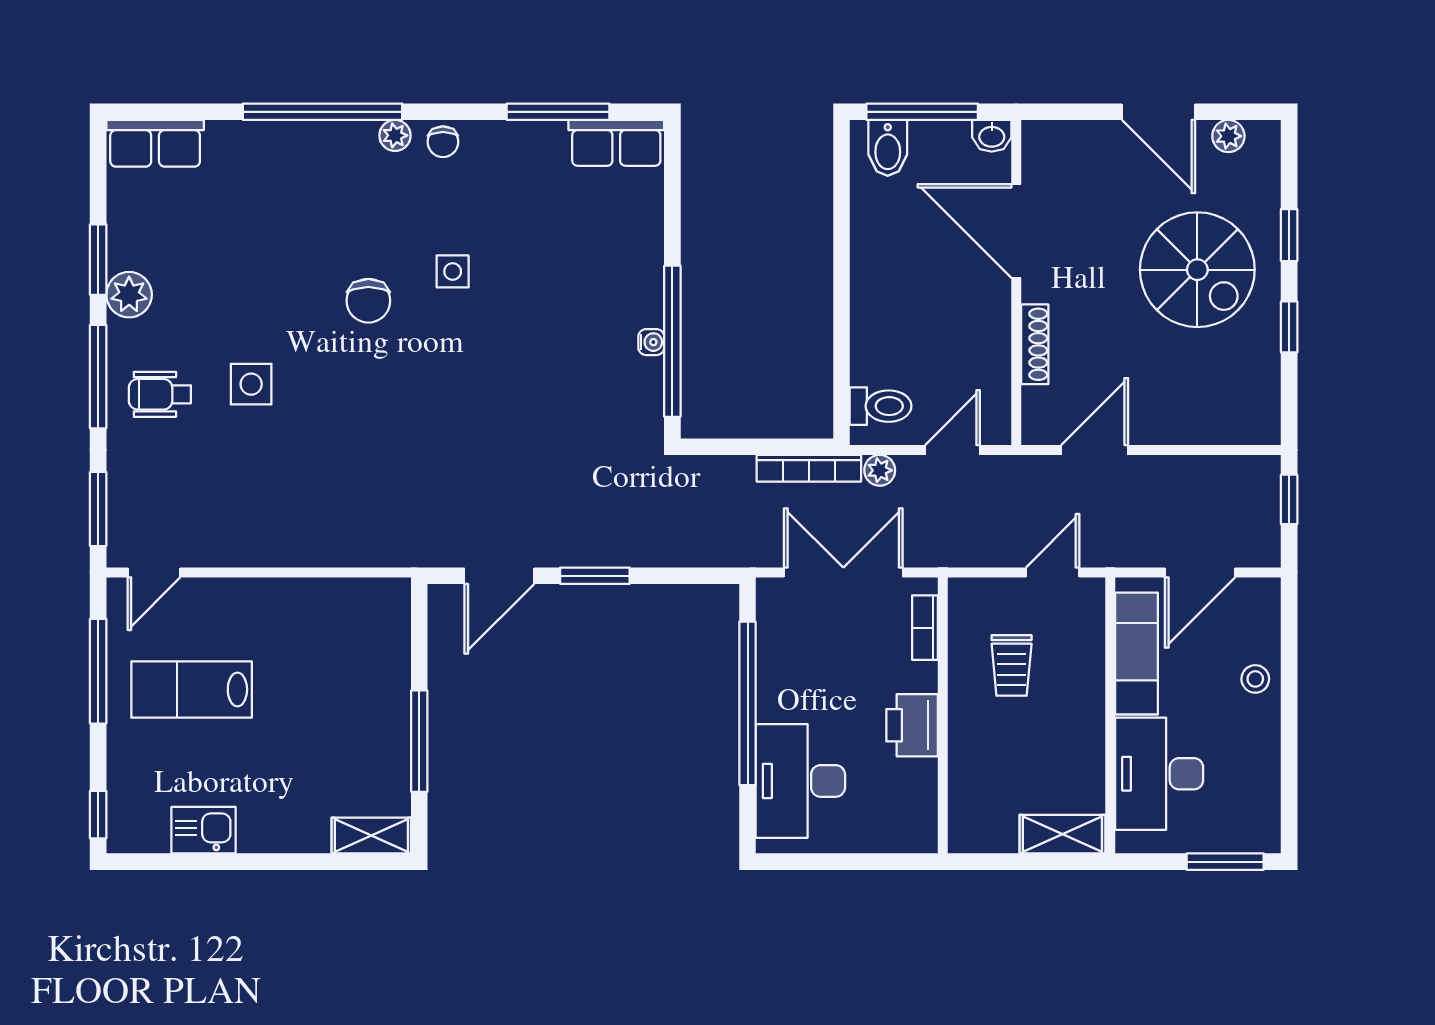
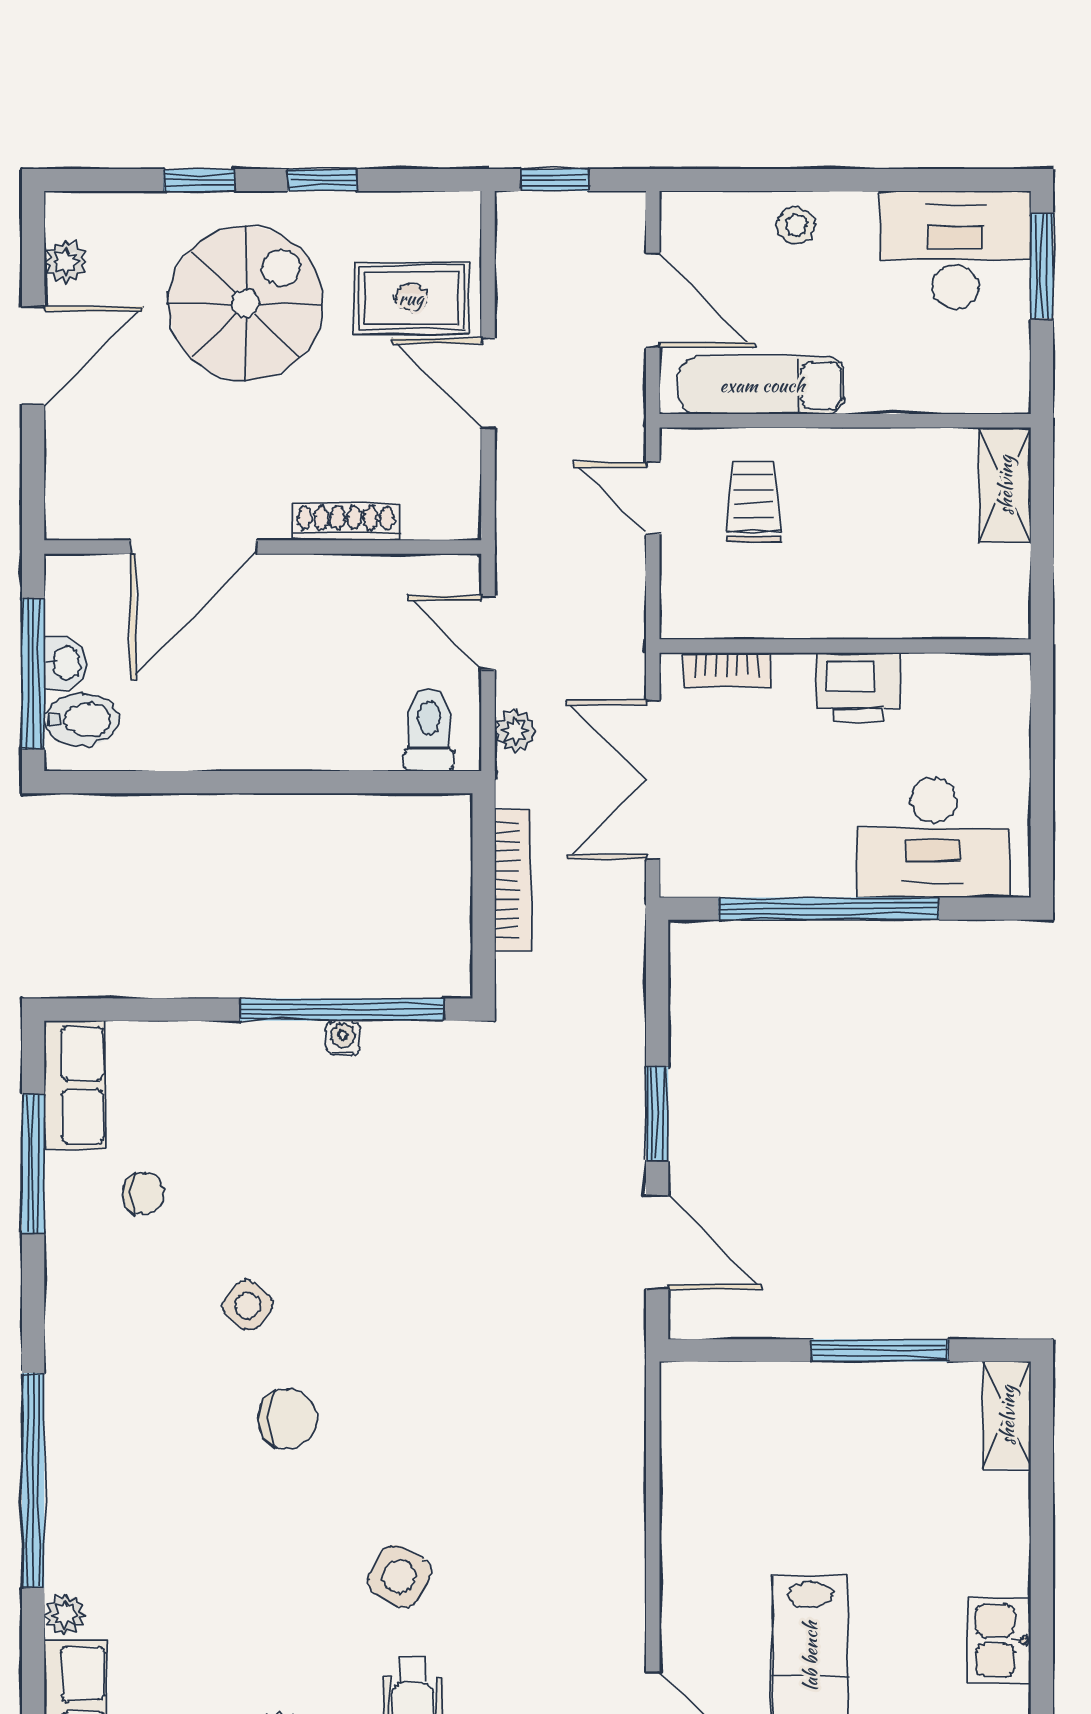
plant: (395, 135) -> (65, 1615), moved
washbasin: (992, 136) -> (65, 663), moved
chair: (443, 142) -> (144, 1194), moved
side table: (453, 271) -> (248, 1305), turned 38
side table: (251, 384) -> (399, 1576), turned 30
rug: (1202, 393) -> (411, 298), added
door: (1095, 450) -> (488, 383), moved
bookcase: (809, 468) -> (513, 880), moved
trolley: (1012, 665) -> (753, 502), moved, turned -90
desk: (1159, 774) -> (955, 250), moved, turned 180

